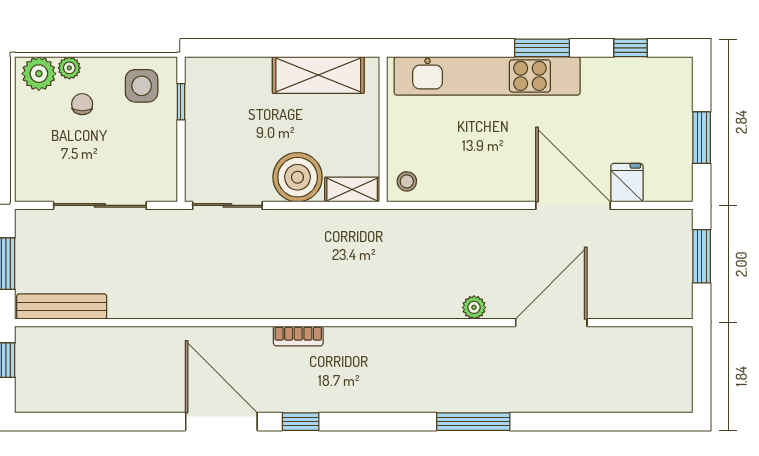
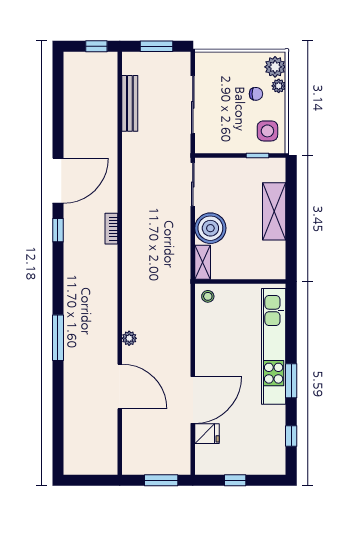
shelving: (318, 75) -> (274, 211), moved
window: (702, 138) -> (235, 480), width x0.67
bench: (62, 306) -> (130, 103), moved

